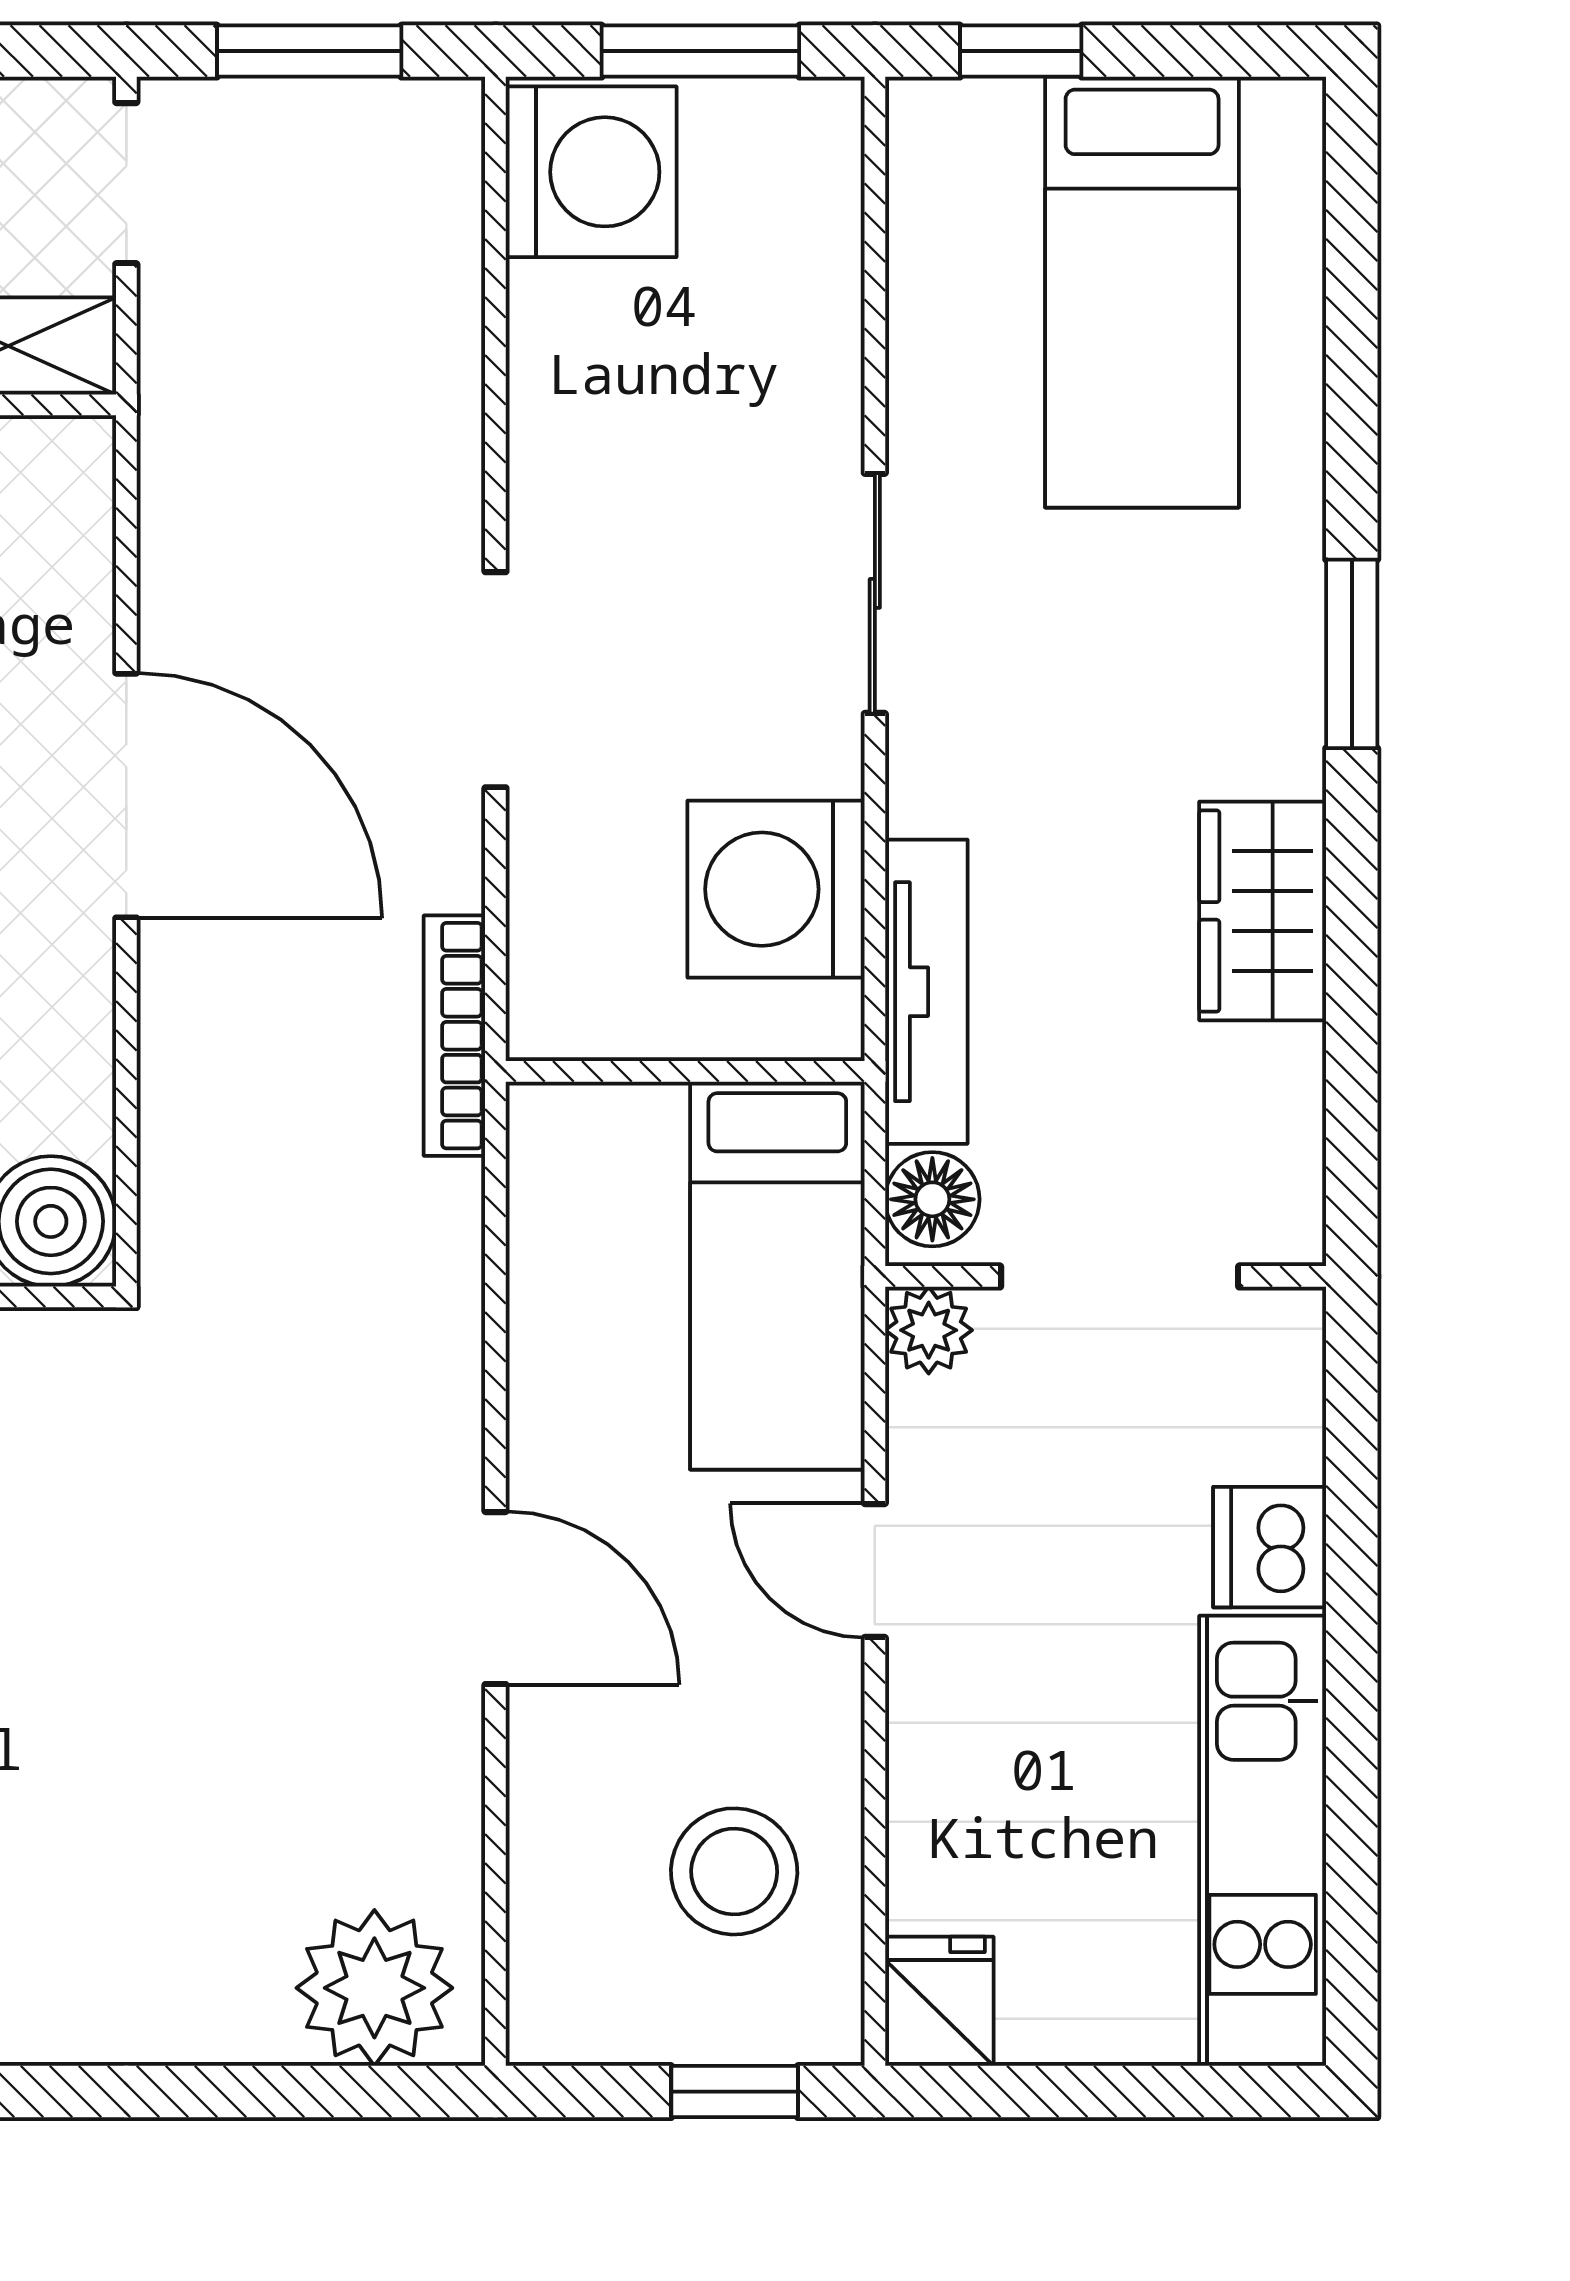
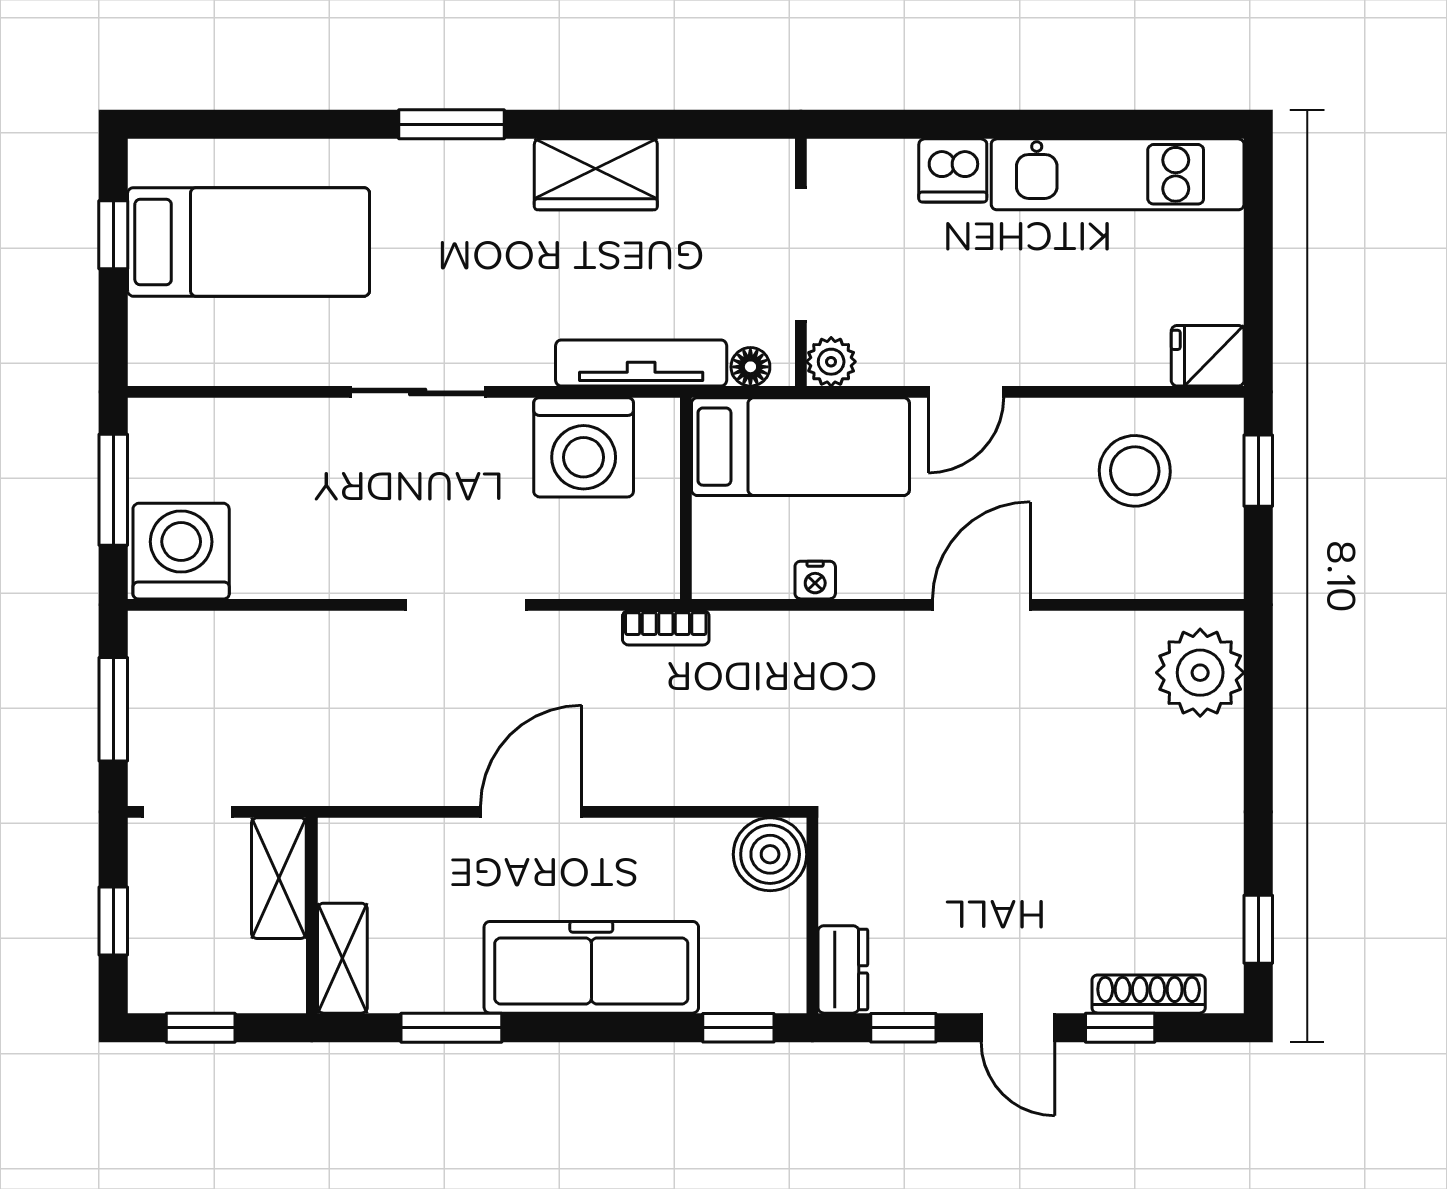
window: (1021, 51) -> (113, 235), moved
door: (126, 796) -> (531, 812), width x0.73
bookcase: (454, 1036) -> (666, 628), width x0.64
floor lamp: (932, 1199) -> (750, 367), width x0.73, depth x0.73
nightstand: (540, 1302) -> (815, 580), added

